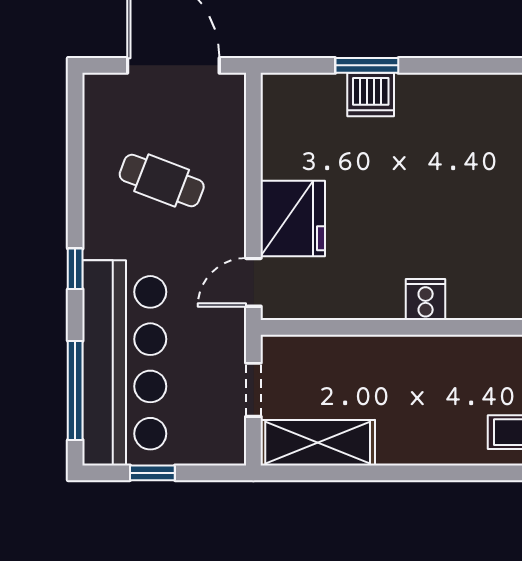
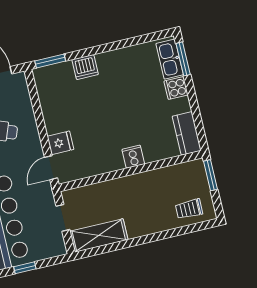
window: (367, 65) -> (50, 61), moved
fridge: (293, 219) -> (61, 143), width x0.53, depth x0.75

